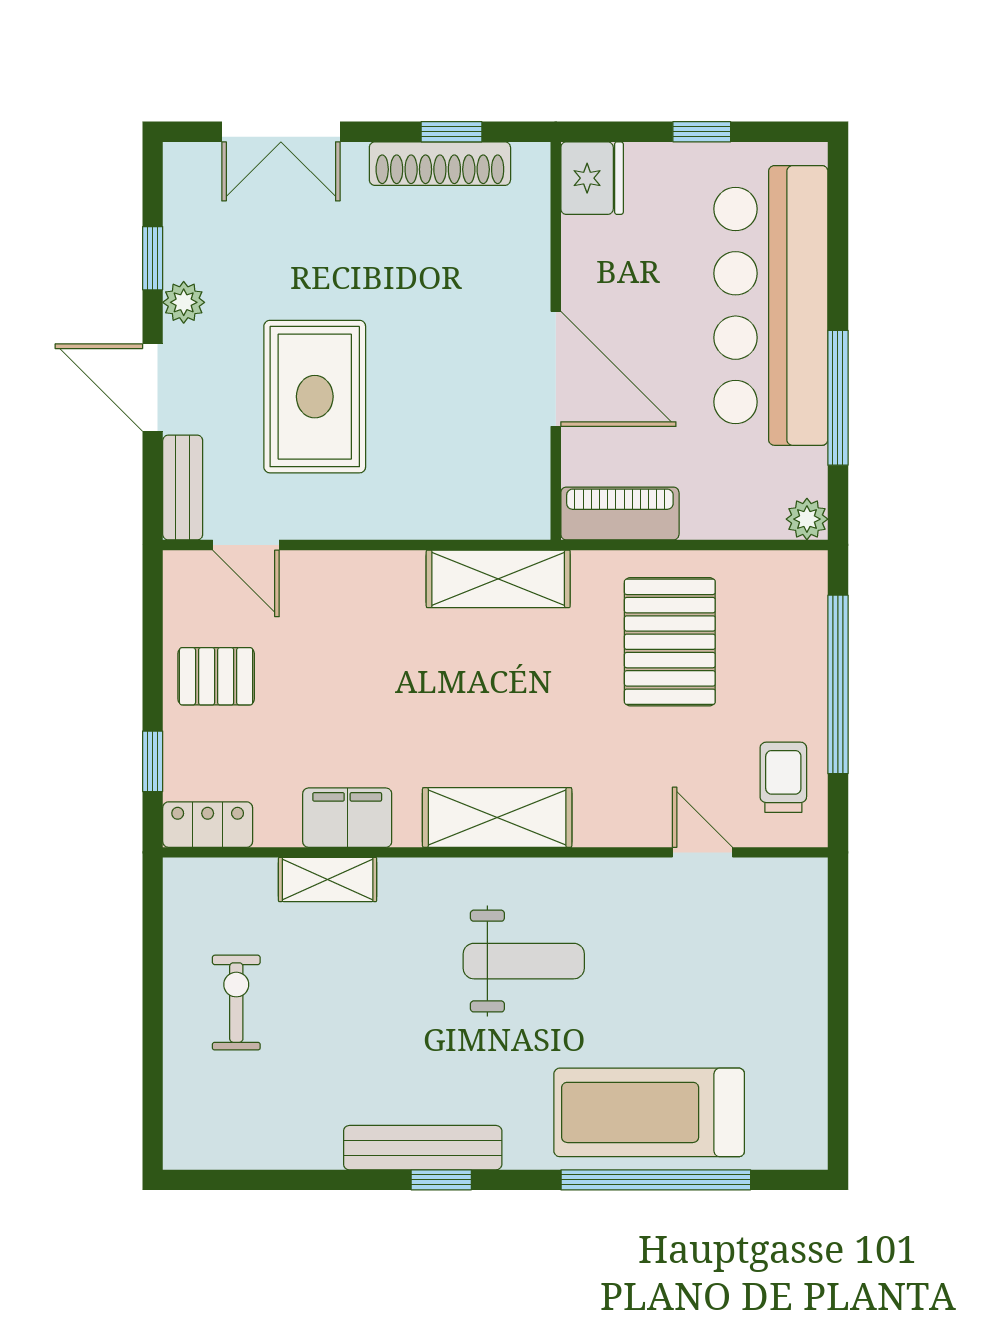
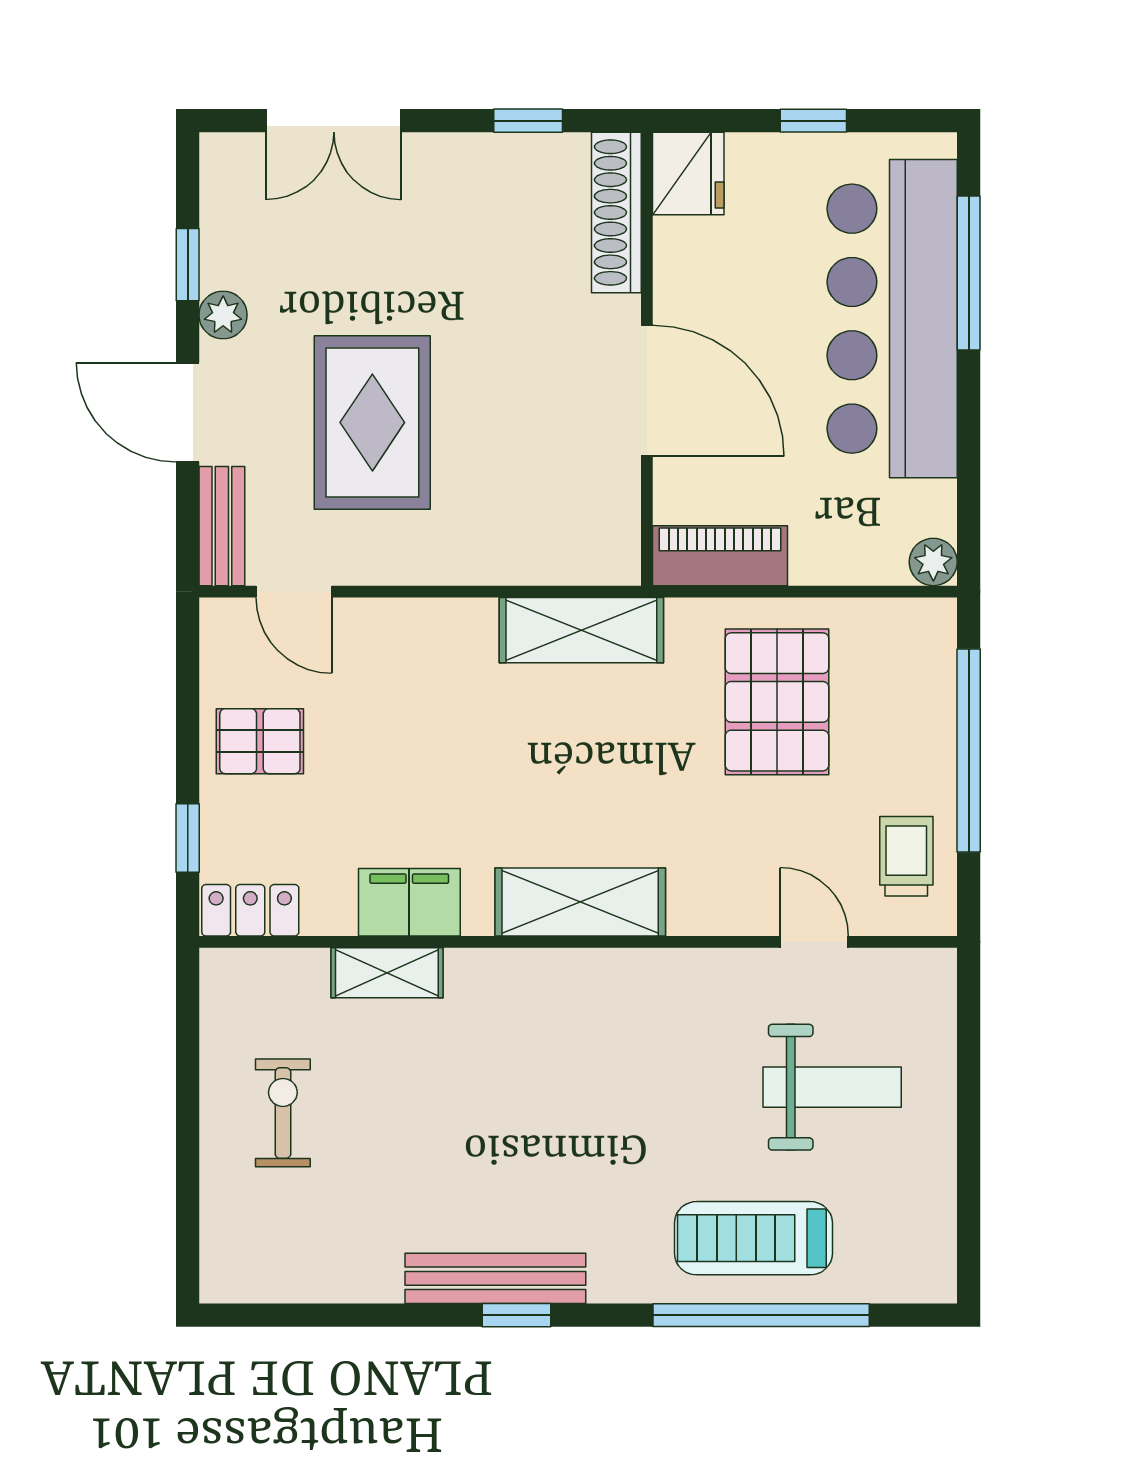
shoe rack: (440, 164) -> (616, 213), moved, turned 90
window: (838, 398) -> (969, 273), moved
weight bench: (524, 961) -> (832, 1087), moved
treadmill: (649, 1112) -> (753, 1238), width x0.73, depth x0.73

